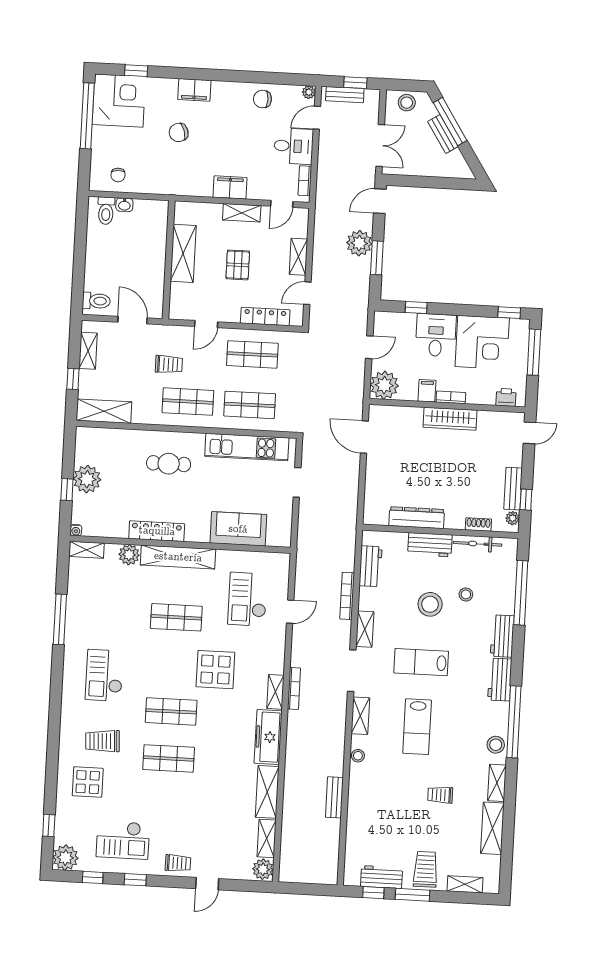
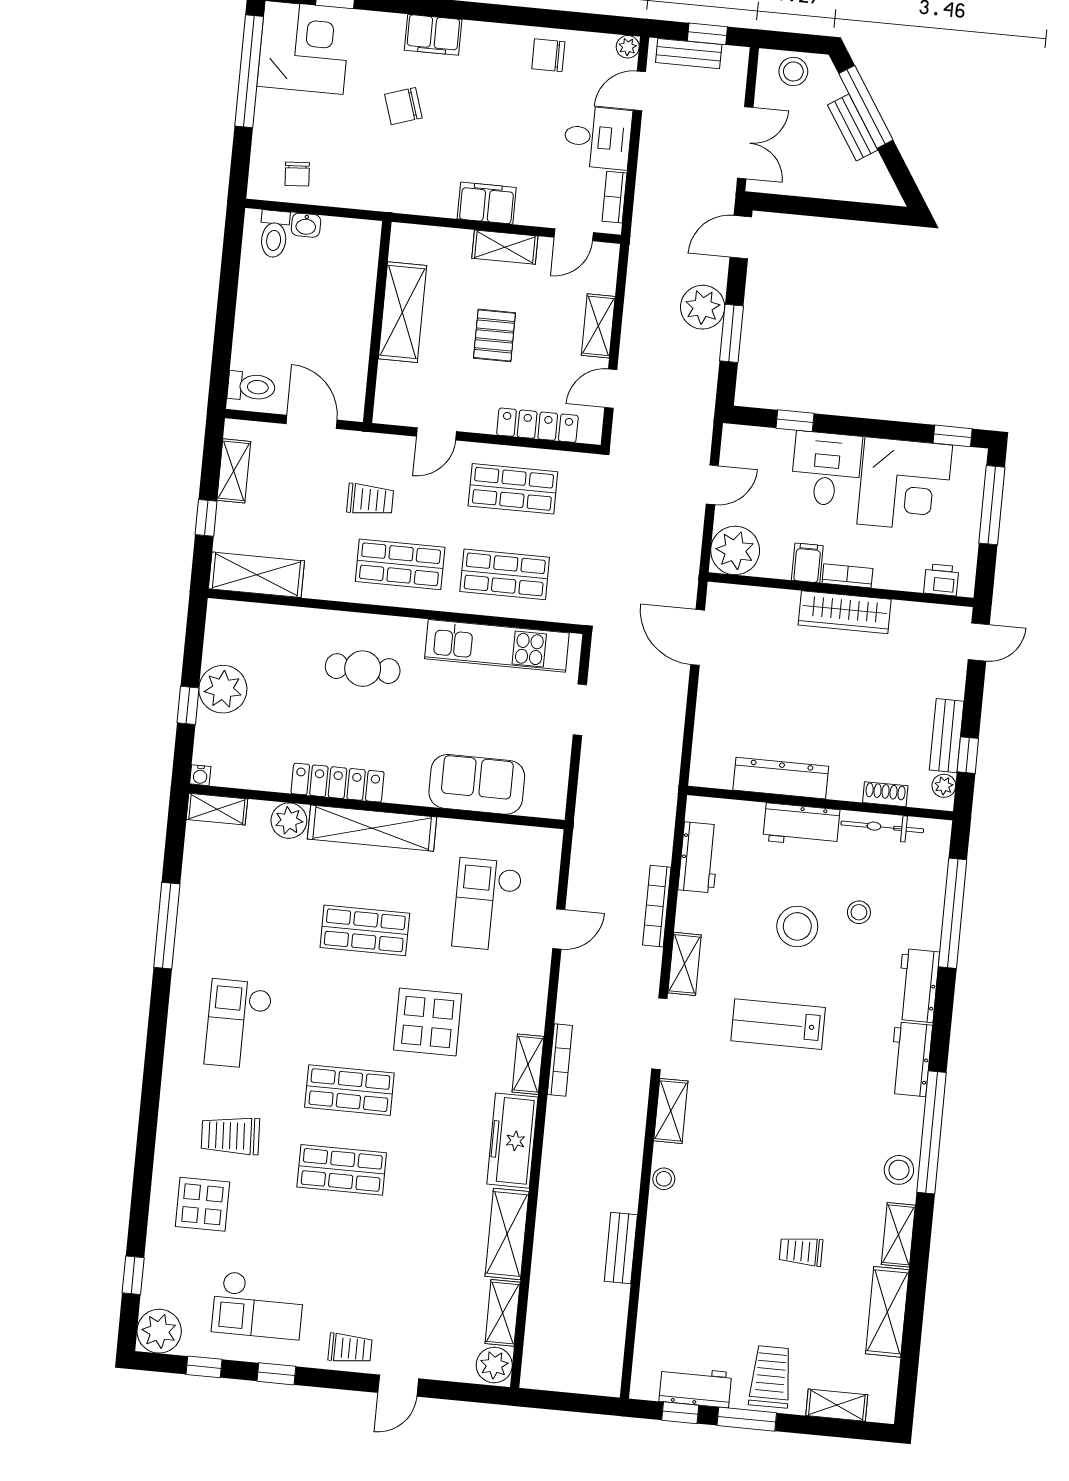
lab bench: (417, 727) -> (766, 1134), removed

